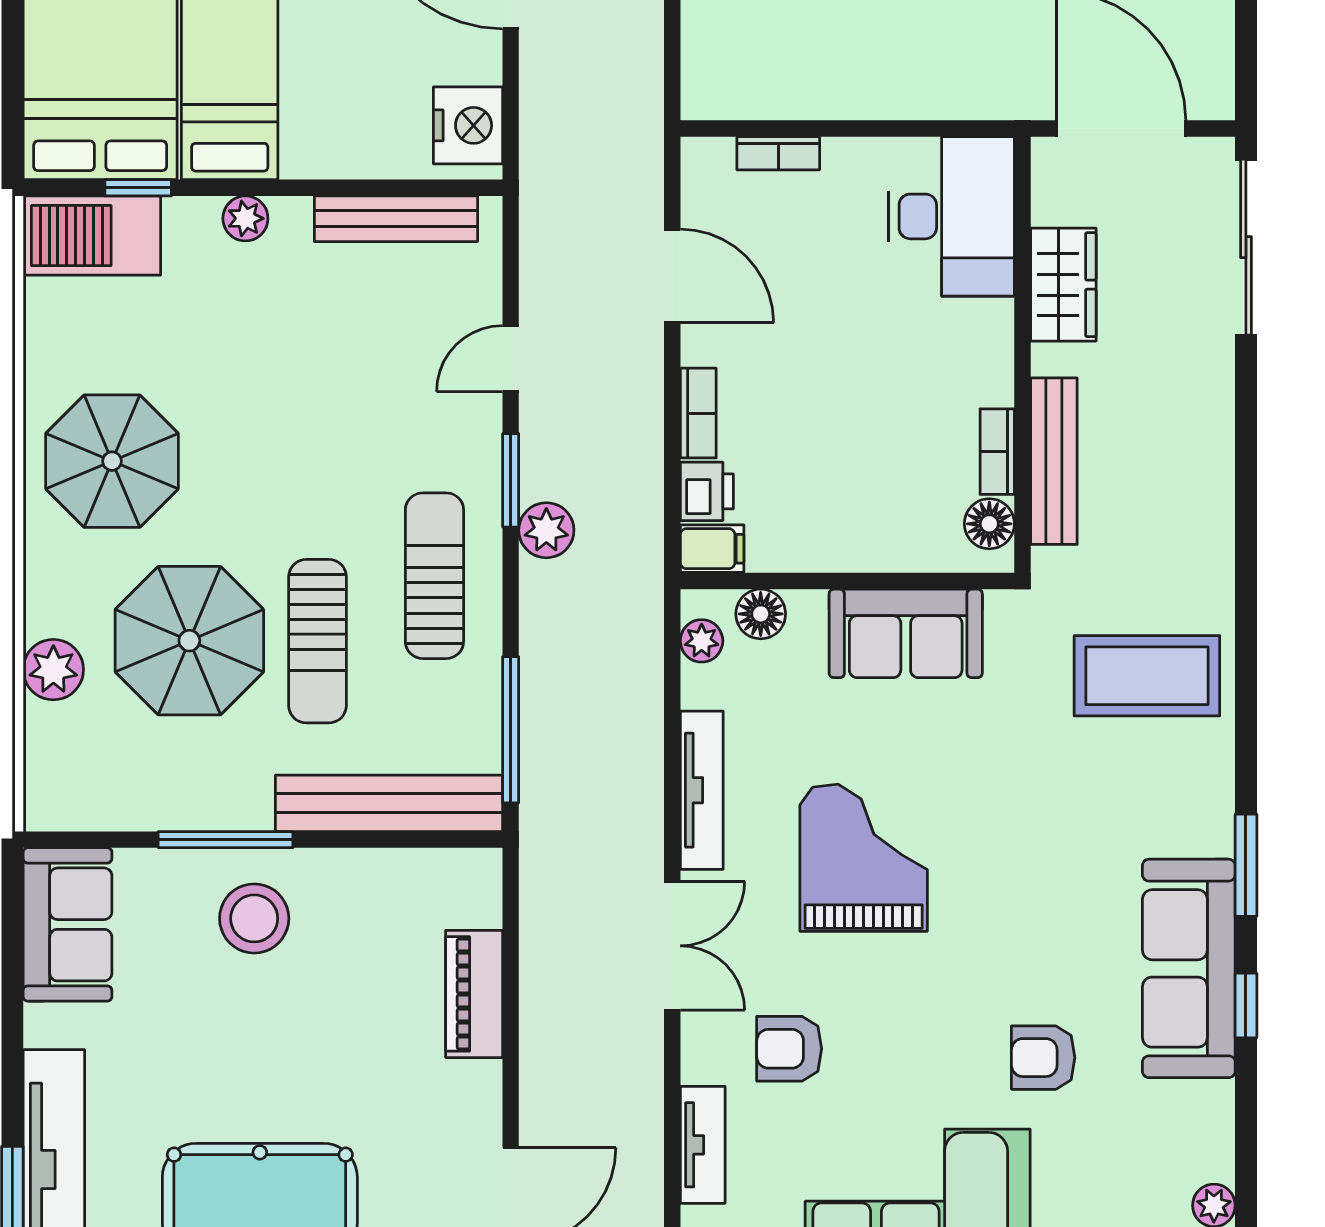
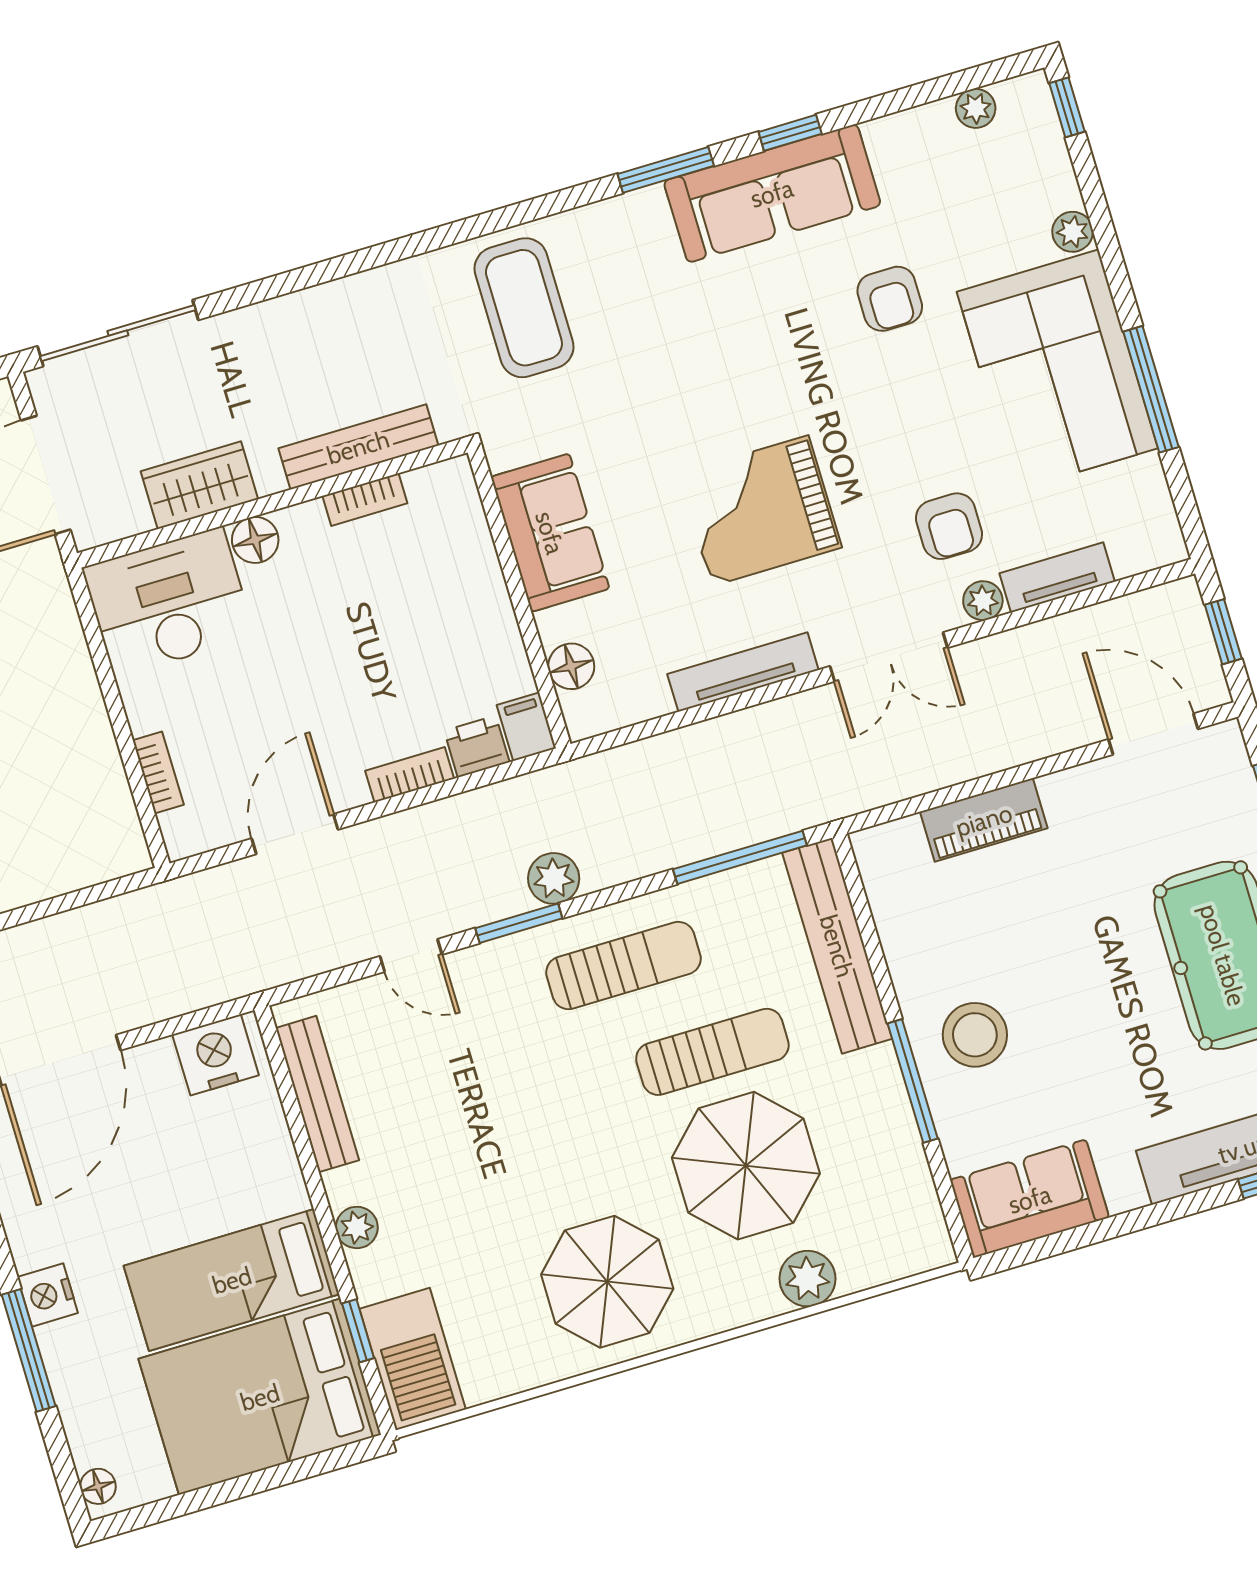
floor lamp: (989, 524) -> (255, 540), moved
sun lounger: (434, 576) -> (624, 966), turned 180
plant: (702, 641) -> (983, 601), moved
double door: (672, 946) -> (889, 657), swing flipped

